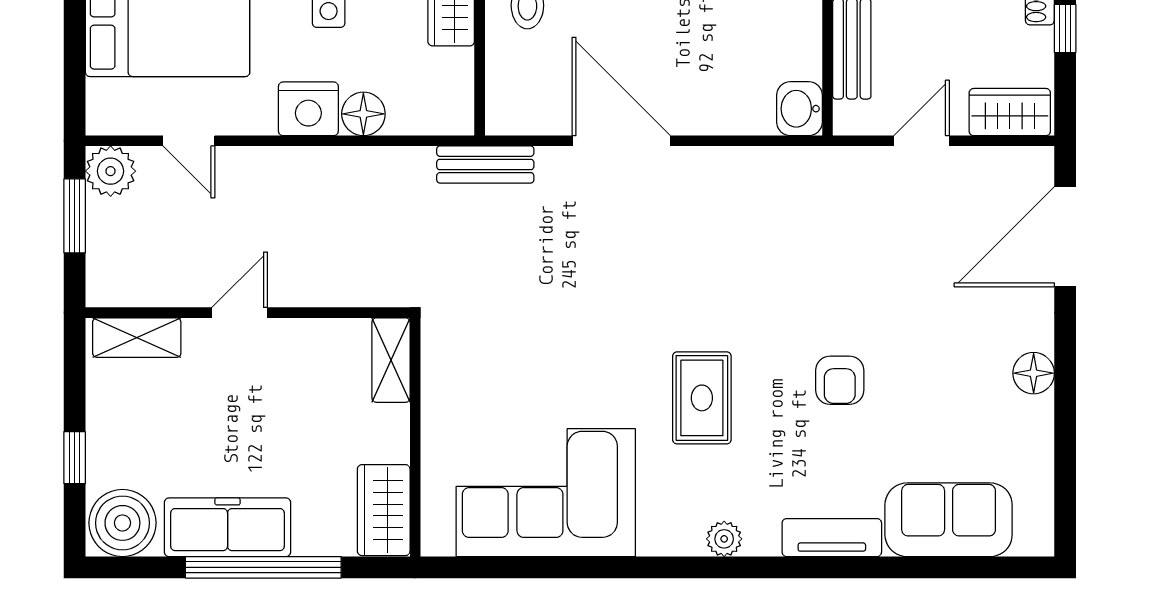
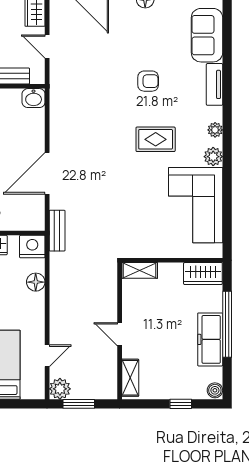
nightstand: (308, 109) -> (32, 247), moved, turned -90
boiler: (122, 523) -> (215, 390), width x0.54, depth x0.54
plant: (661, 534) -> (213, 157), added

